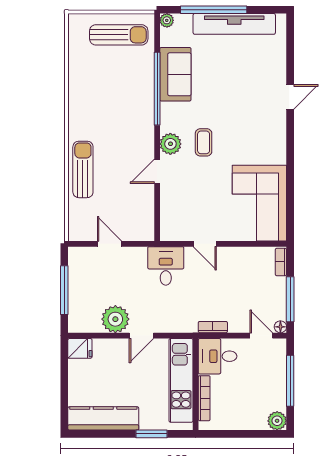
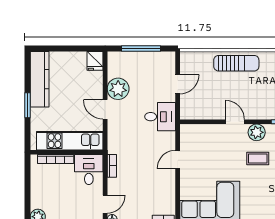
desk: (166, 266) -> (160, 117), moved
window: (151, 434) -> (27, 105), moved

